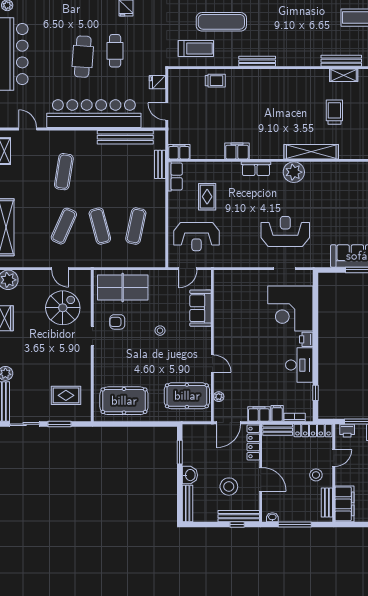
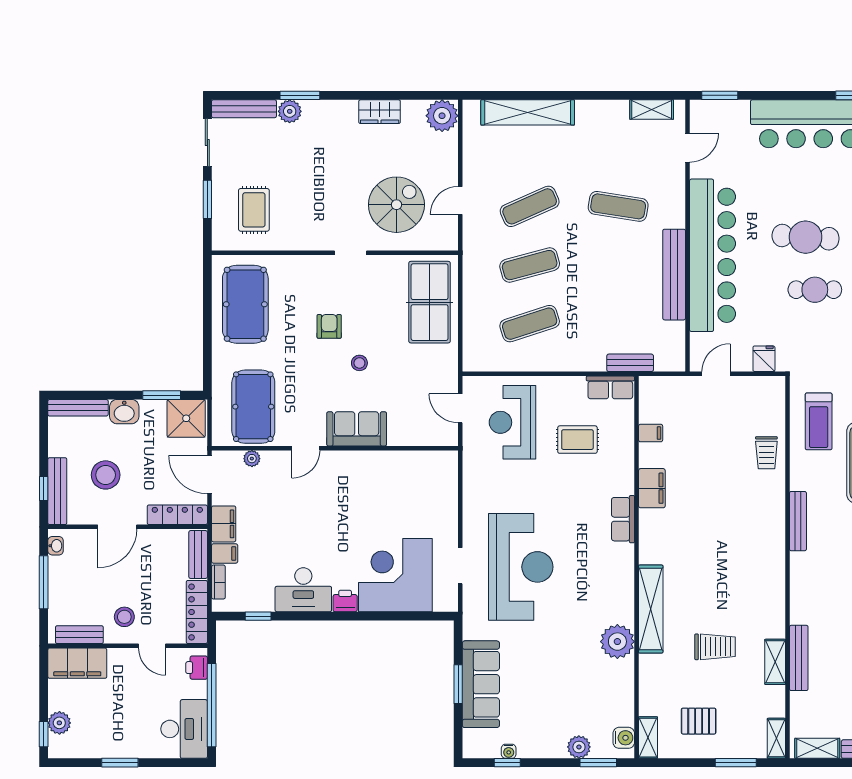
bench: (125, 137) -> (674, 275), moved
filing cabinet: (179, 152) -> (651, 433), moved, width x0.50
plant: (294, 172) -> (617, 642), moved
exercise mat: (64, 226) -> (530, 206), turned -48
exercise mat: (136, 226) -> (530, 324), turned -30
reception desk: (285, 232) -> (521, 567), width x1.36, depth x1.30
spiral stairs: (63, 308) -> (396, 205), turned -90
sofa: (201, 308) -> (357, 429), moved
armchair: (117, 322) -> (329, 326), moved
shower: (194, 437) -> (186, 418), added

